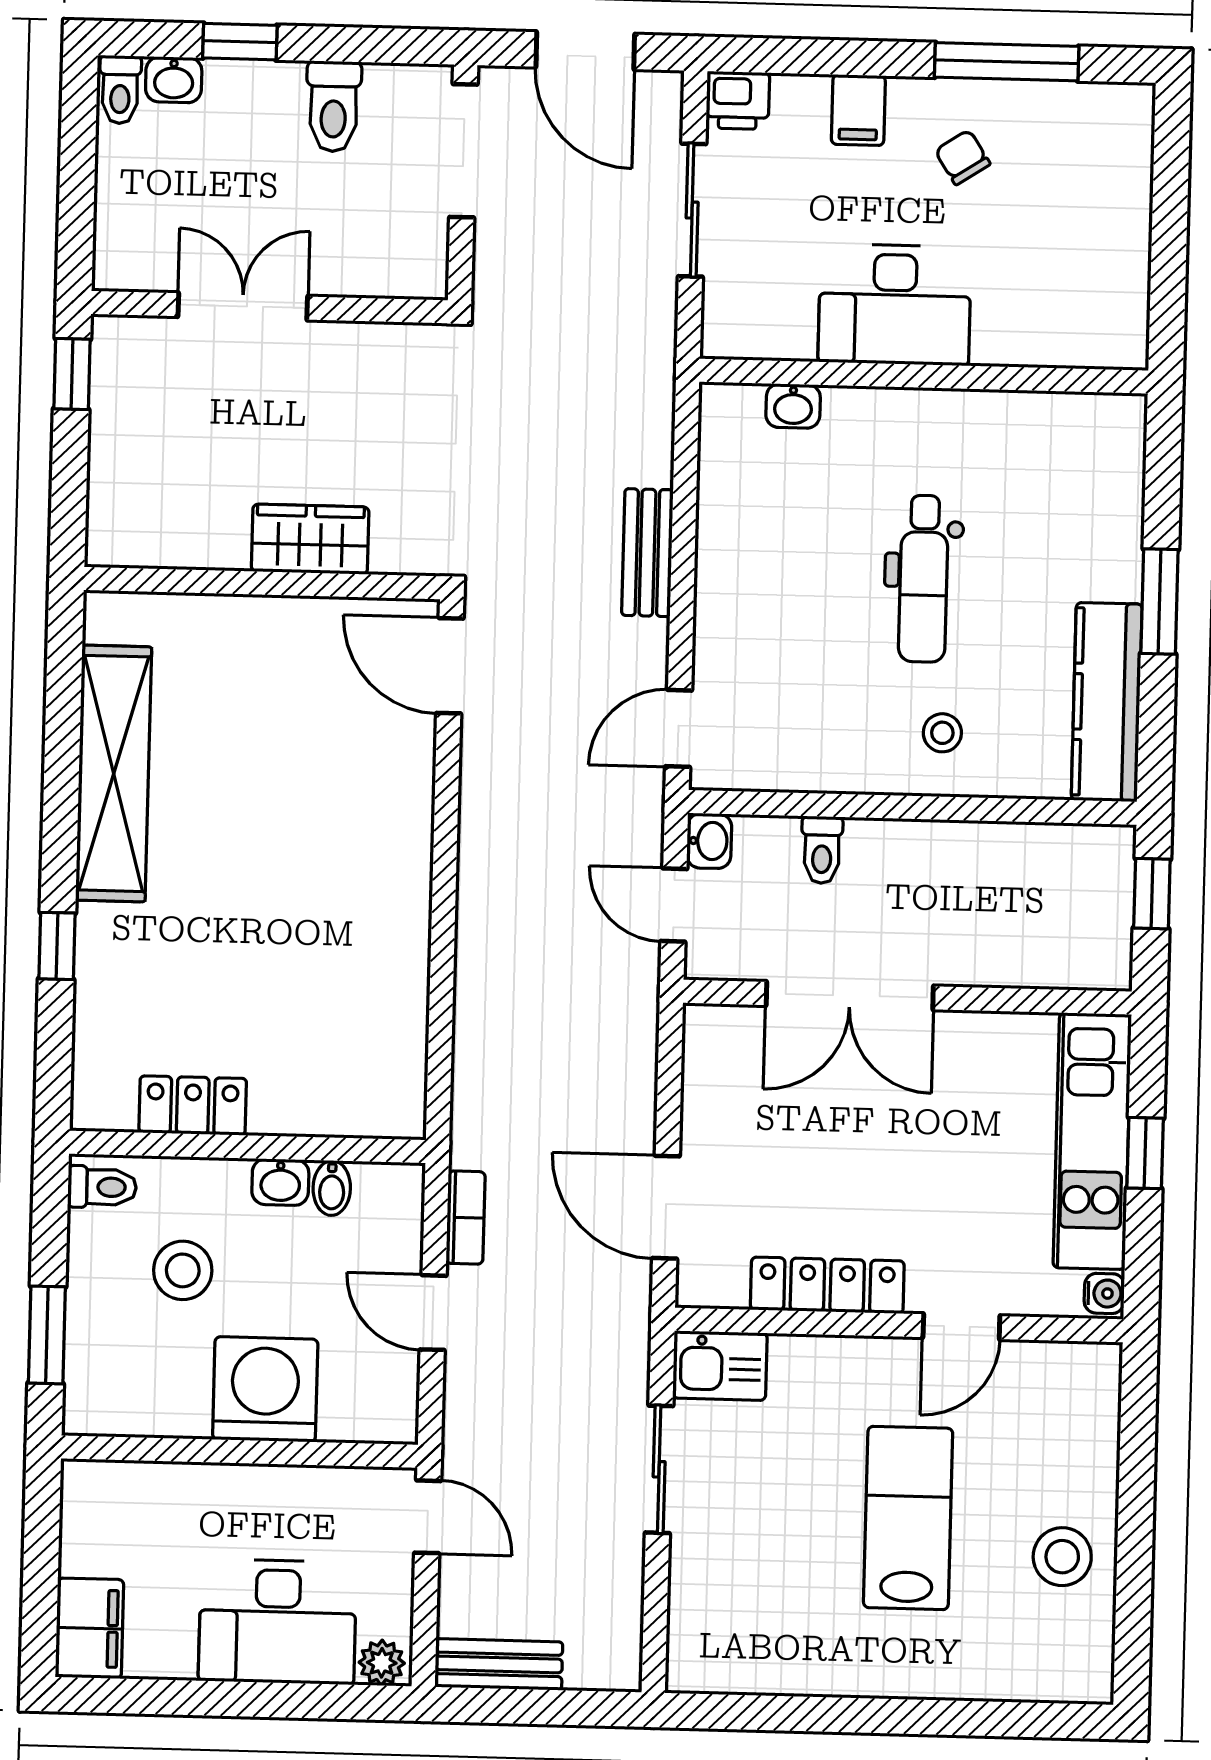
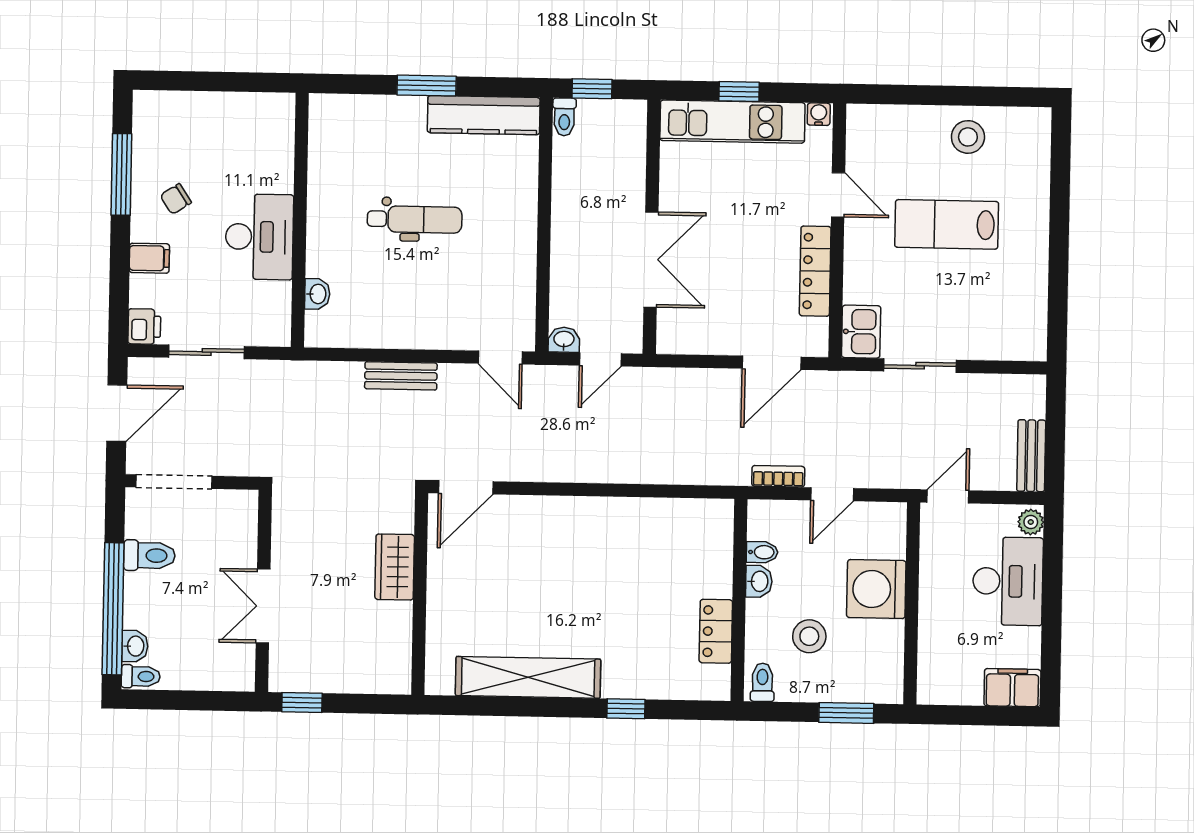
window: (240, 42) -> (113, 609), width x3.17
stool: (942, 733) -> (502, 208), removed
toilet: (822, 850) -> (564, 117), moved, turned 90

